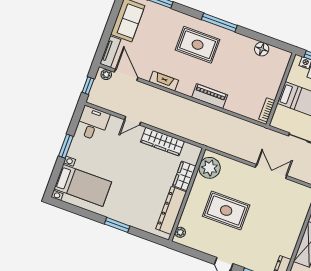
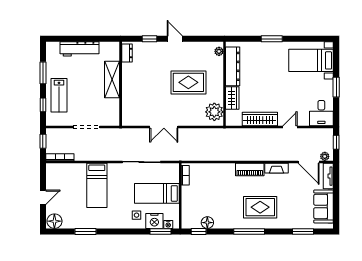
window: (275, 43) -> (199, 231), added
piano: (210, 96) -> (250, 169), moved

